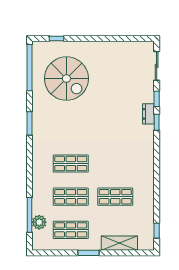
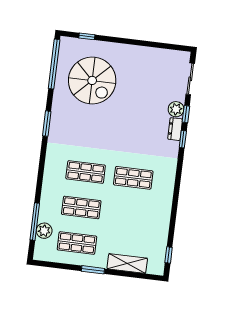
plant: (147, 95) -> (176, 109), added
shop shelf: (115, 197) -> (133, 178), moved

